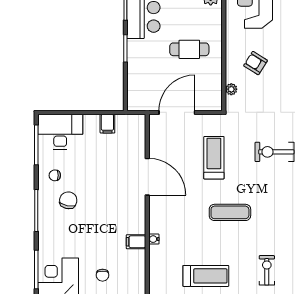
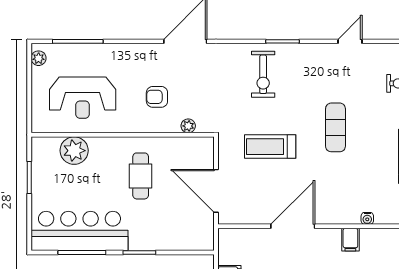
armchair: (256, 63) -> (157, 97), turned 58
filing cabinet: (136, 242) -> (350, 240), moved

